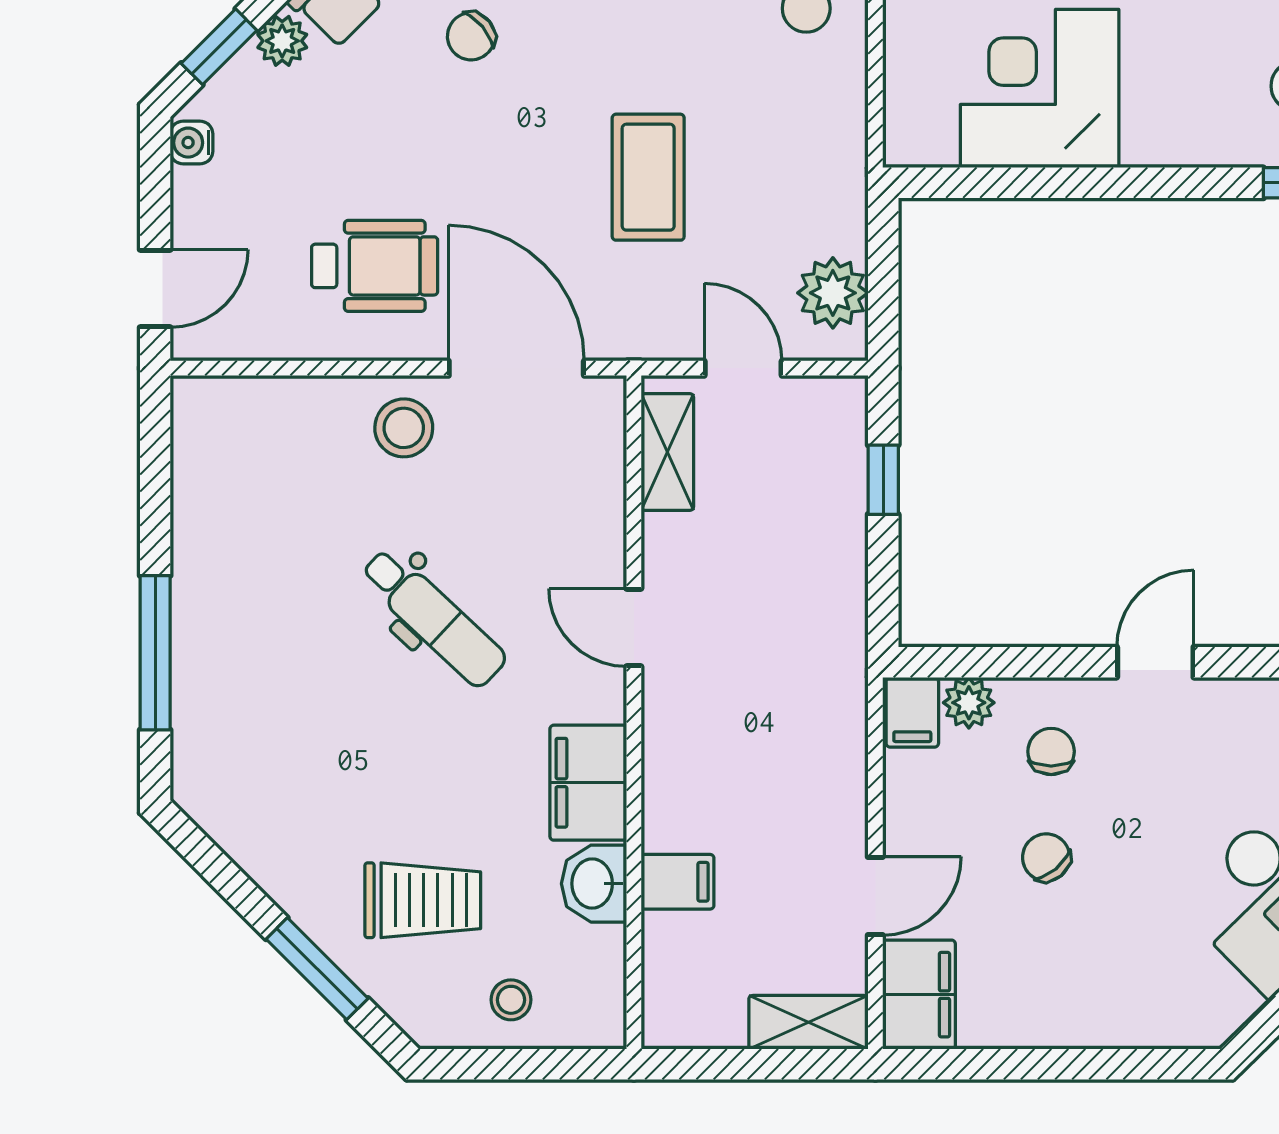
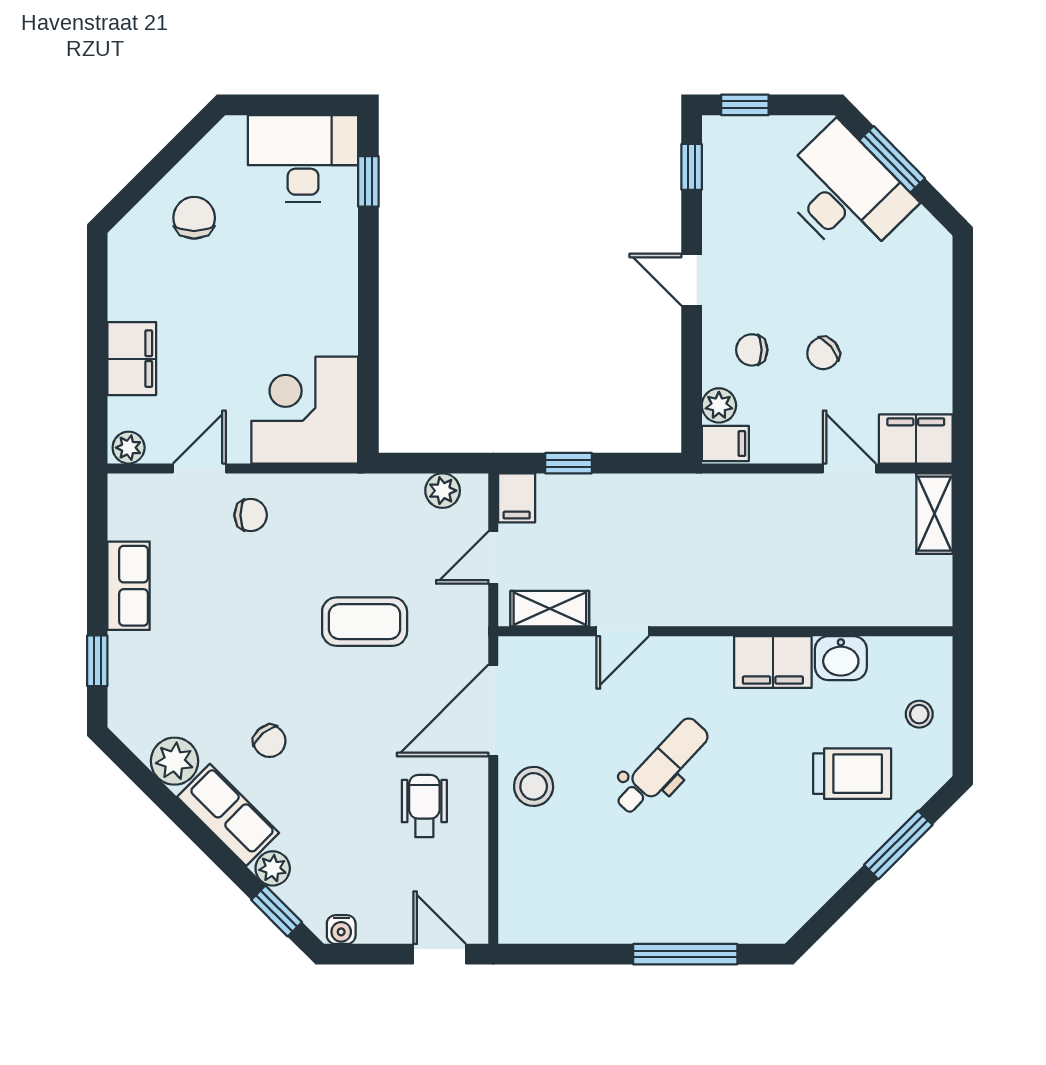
corner desk: (1040, 89) -> (305, 410), moved, turned 90
wheelchair: (375, 266) -> (424, 806), width x0.73, depth x0.73
plant: (833, 293) -> (443, 491), width x0.73, depth x0.73
door: (634, 628) -> (623, 631), moved
filing cabinet: (678, 882) -> (517, 498), moved, turned 180
trolley: (423, 900) -> (852, 774), turned 90

